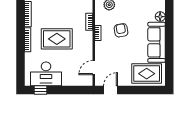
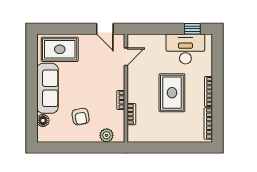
armchair: (121, 30) -> (81, 117), moved
rug: (57, 39) -> (172, 93), turned 90
door: (110, 90) -> (105, 29), hinge flipped

